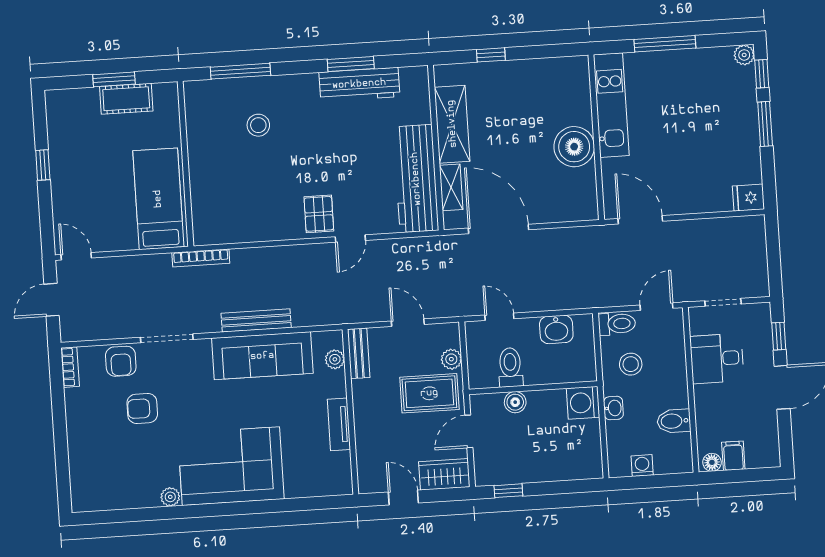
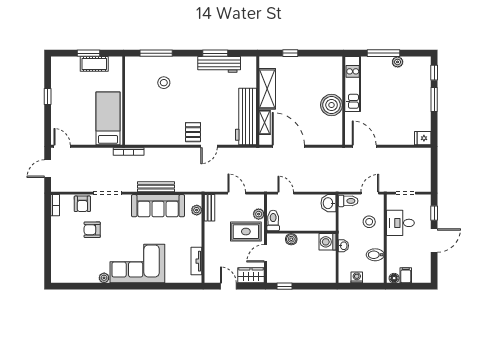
plant: (744, 55) -> (398, 62), moved
washbasin: (556, 329) -> (328, 203), moved, turned 90
stool: (631, 364) -> (369, 222), moved
toilet: (510, 367) -> (273, 220), moved
tv unit: (339, 424) -> (196, 261), moved

